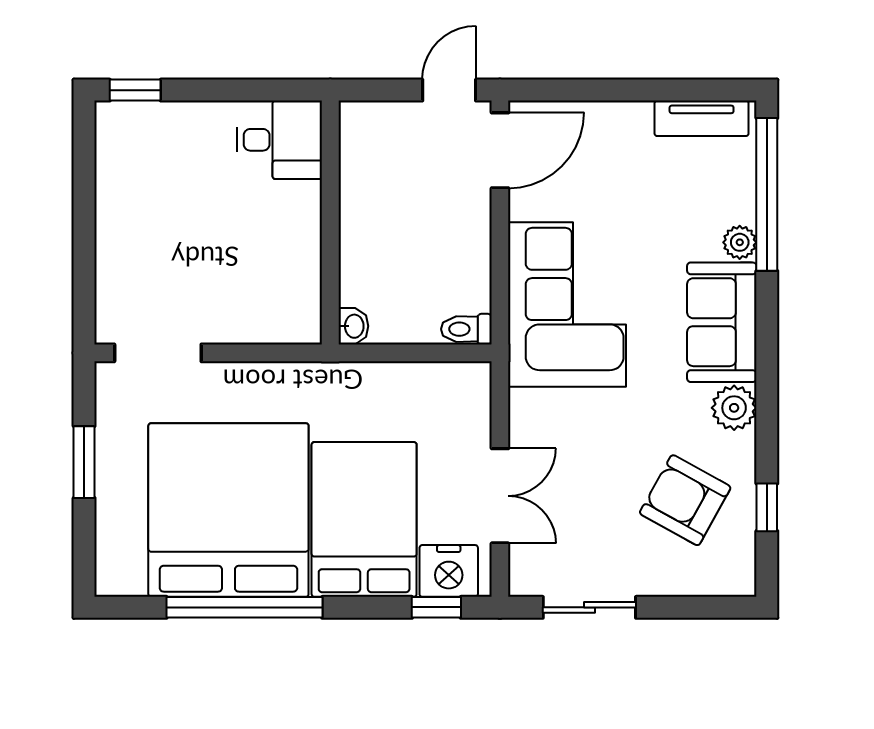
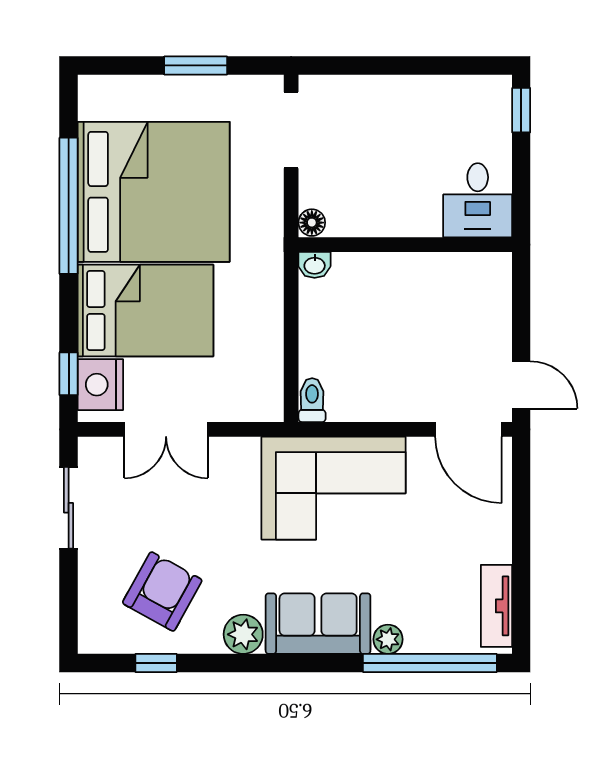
desk: (280, 140) -> (478, 200), moved
wall: (330, 223) -> (405, 245), moved
washbasin: (353, 326) -> (315, 265), moved
floor lamp: (264, 329) -> (312, 223), added

